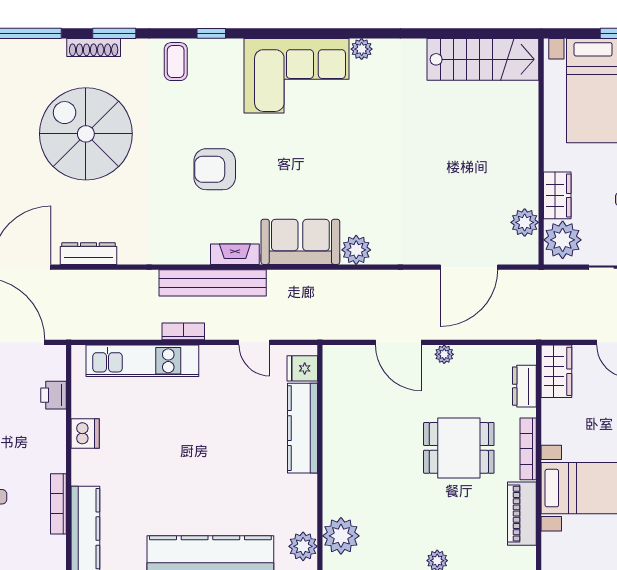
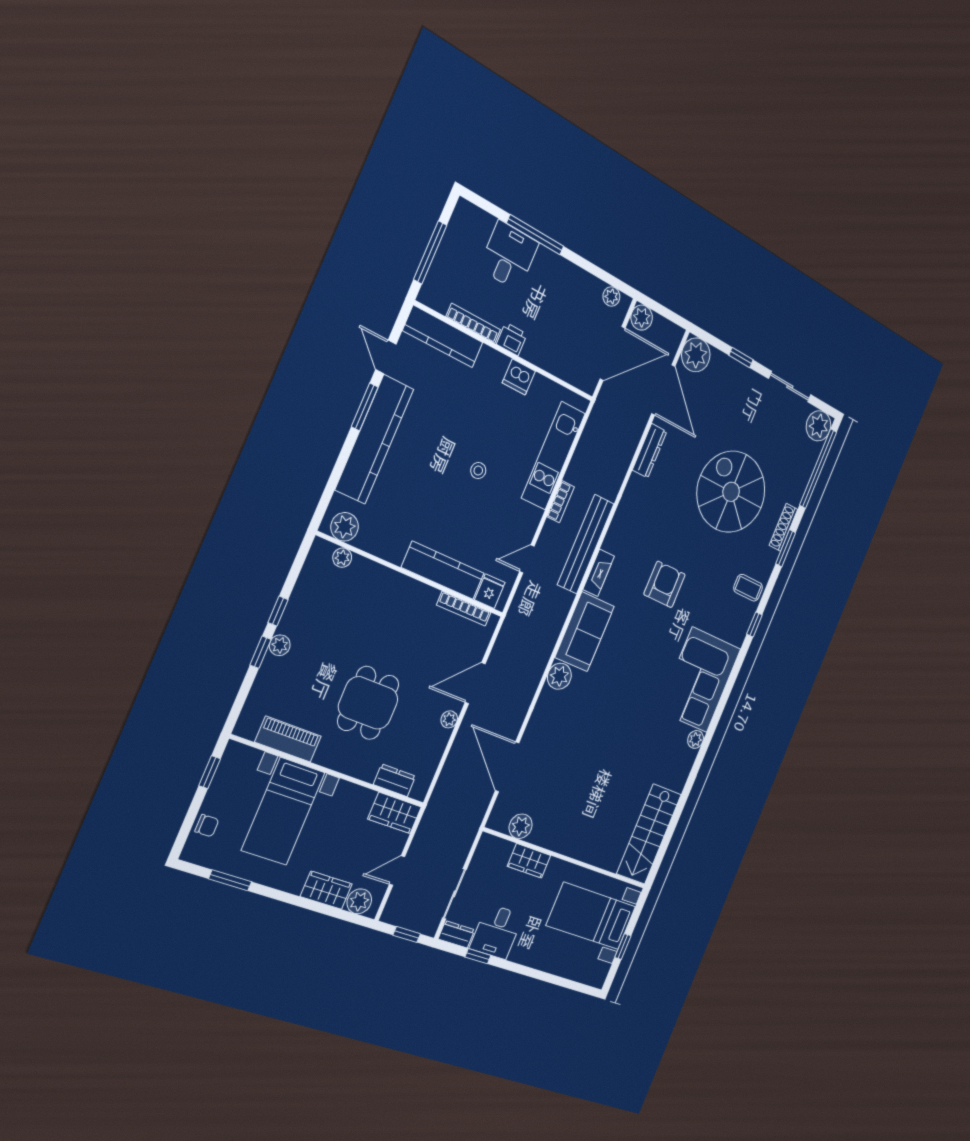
spiral stairs: (86, 134) -> (731, 492), turned -90
plant: (563, 240) -> (494, 854), removed
printer: (53, 395) -> (512, 339), moved
stool: (192, 435) -> (478, 471), added
bookcase: (528, 449) -> (464, 609), moved, turned 180
plant: (341, 536) -> (342, 558), width x0.53, depth x0.53

